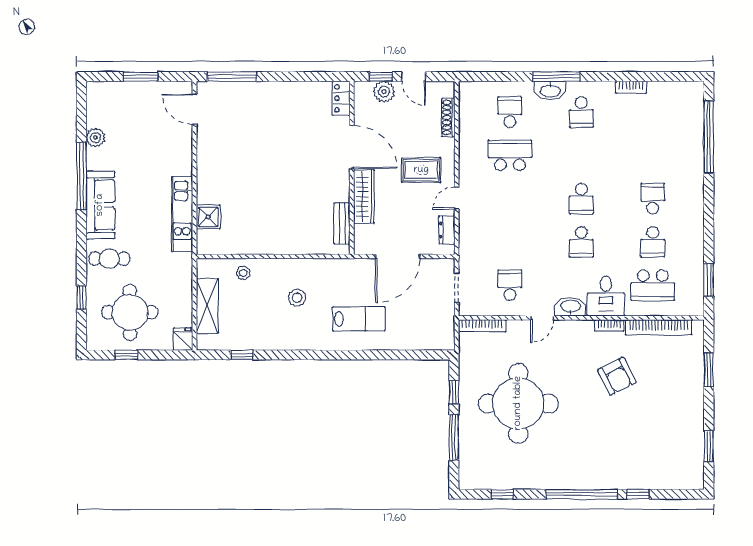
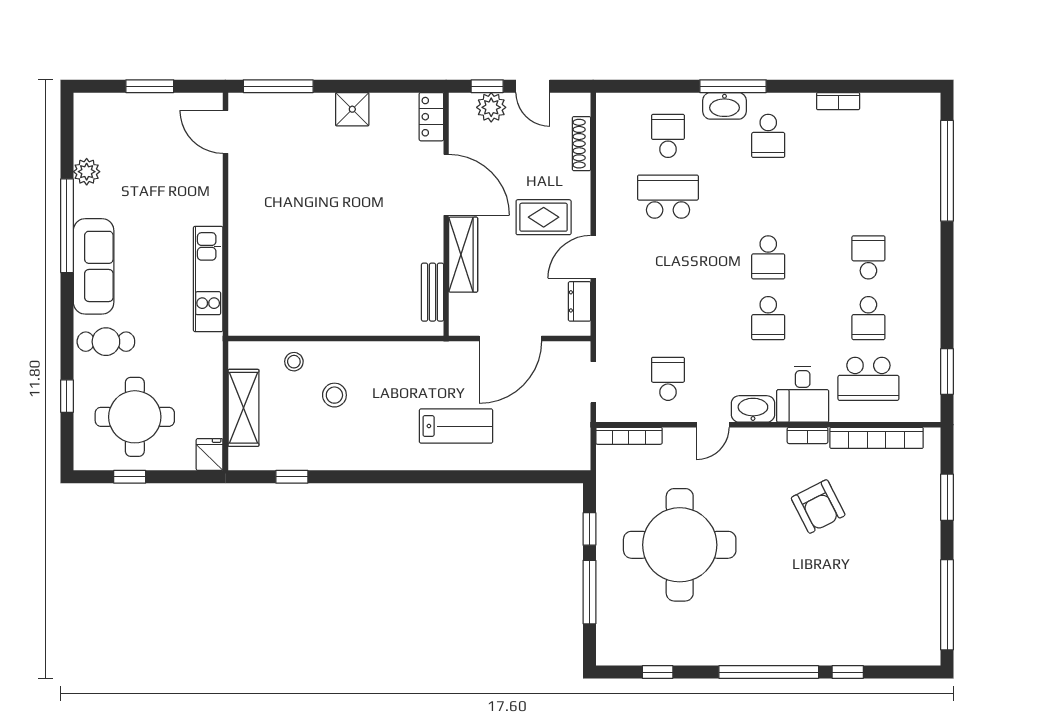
door: (457, 198) -> (593, 257), width x1.38
shower: (208, 217) -> (352, 109), moved
stool: (297, 298) -> (334, 395), moved
window: (709, 446) -> (947, 605), width x2.11

